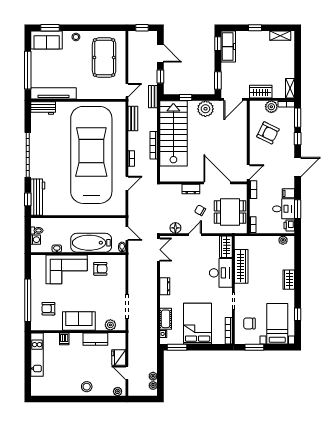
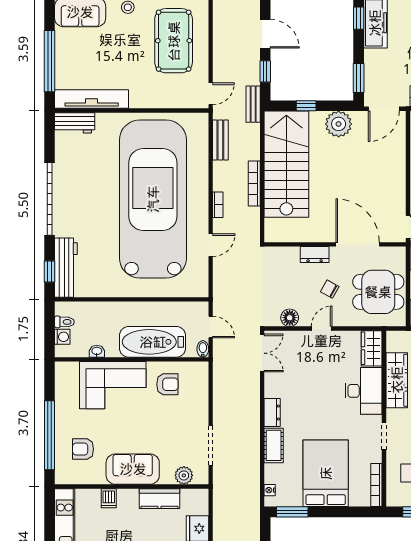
cot: (166, 319) -> (274, 445), moved

